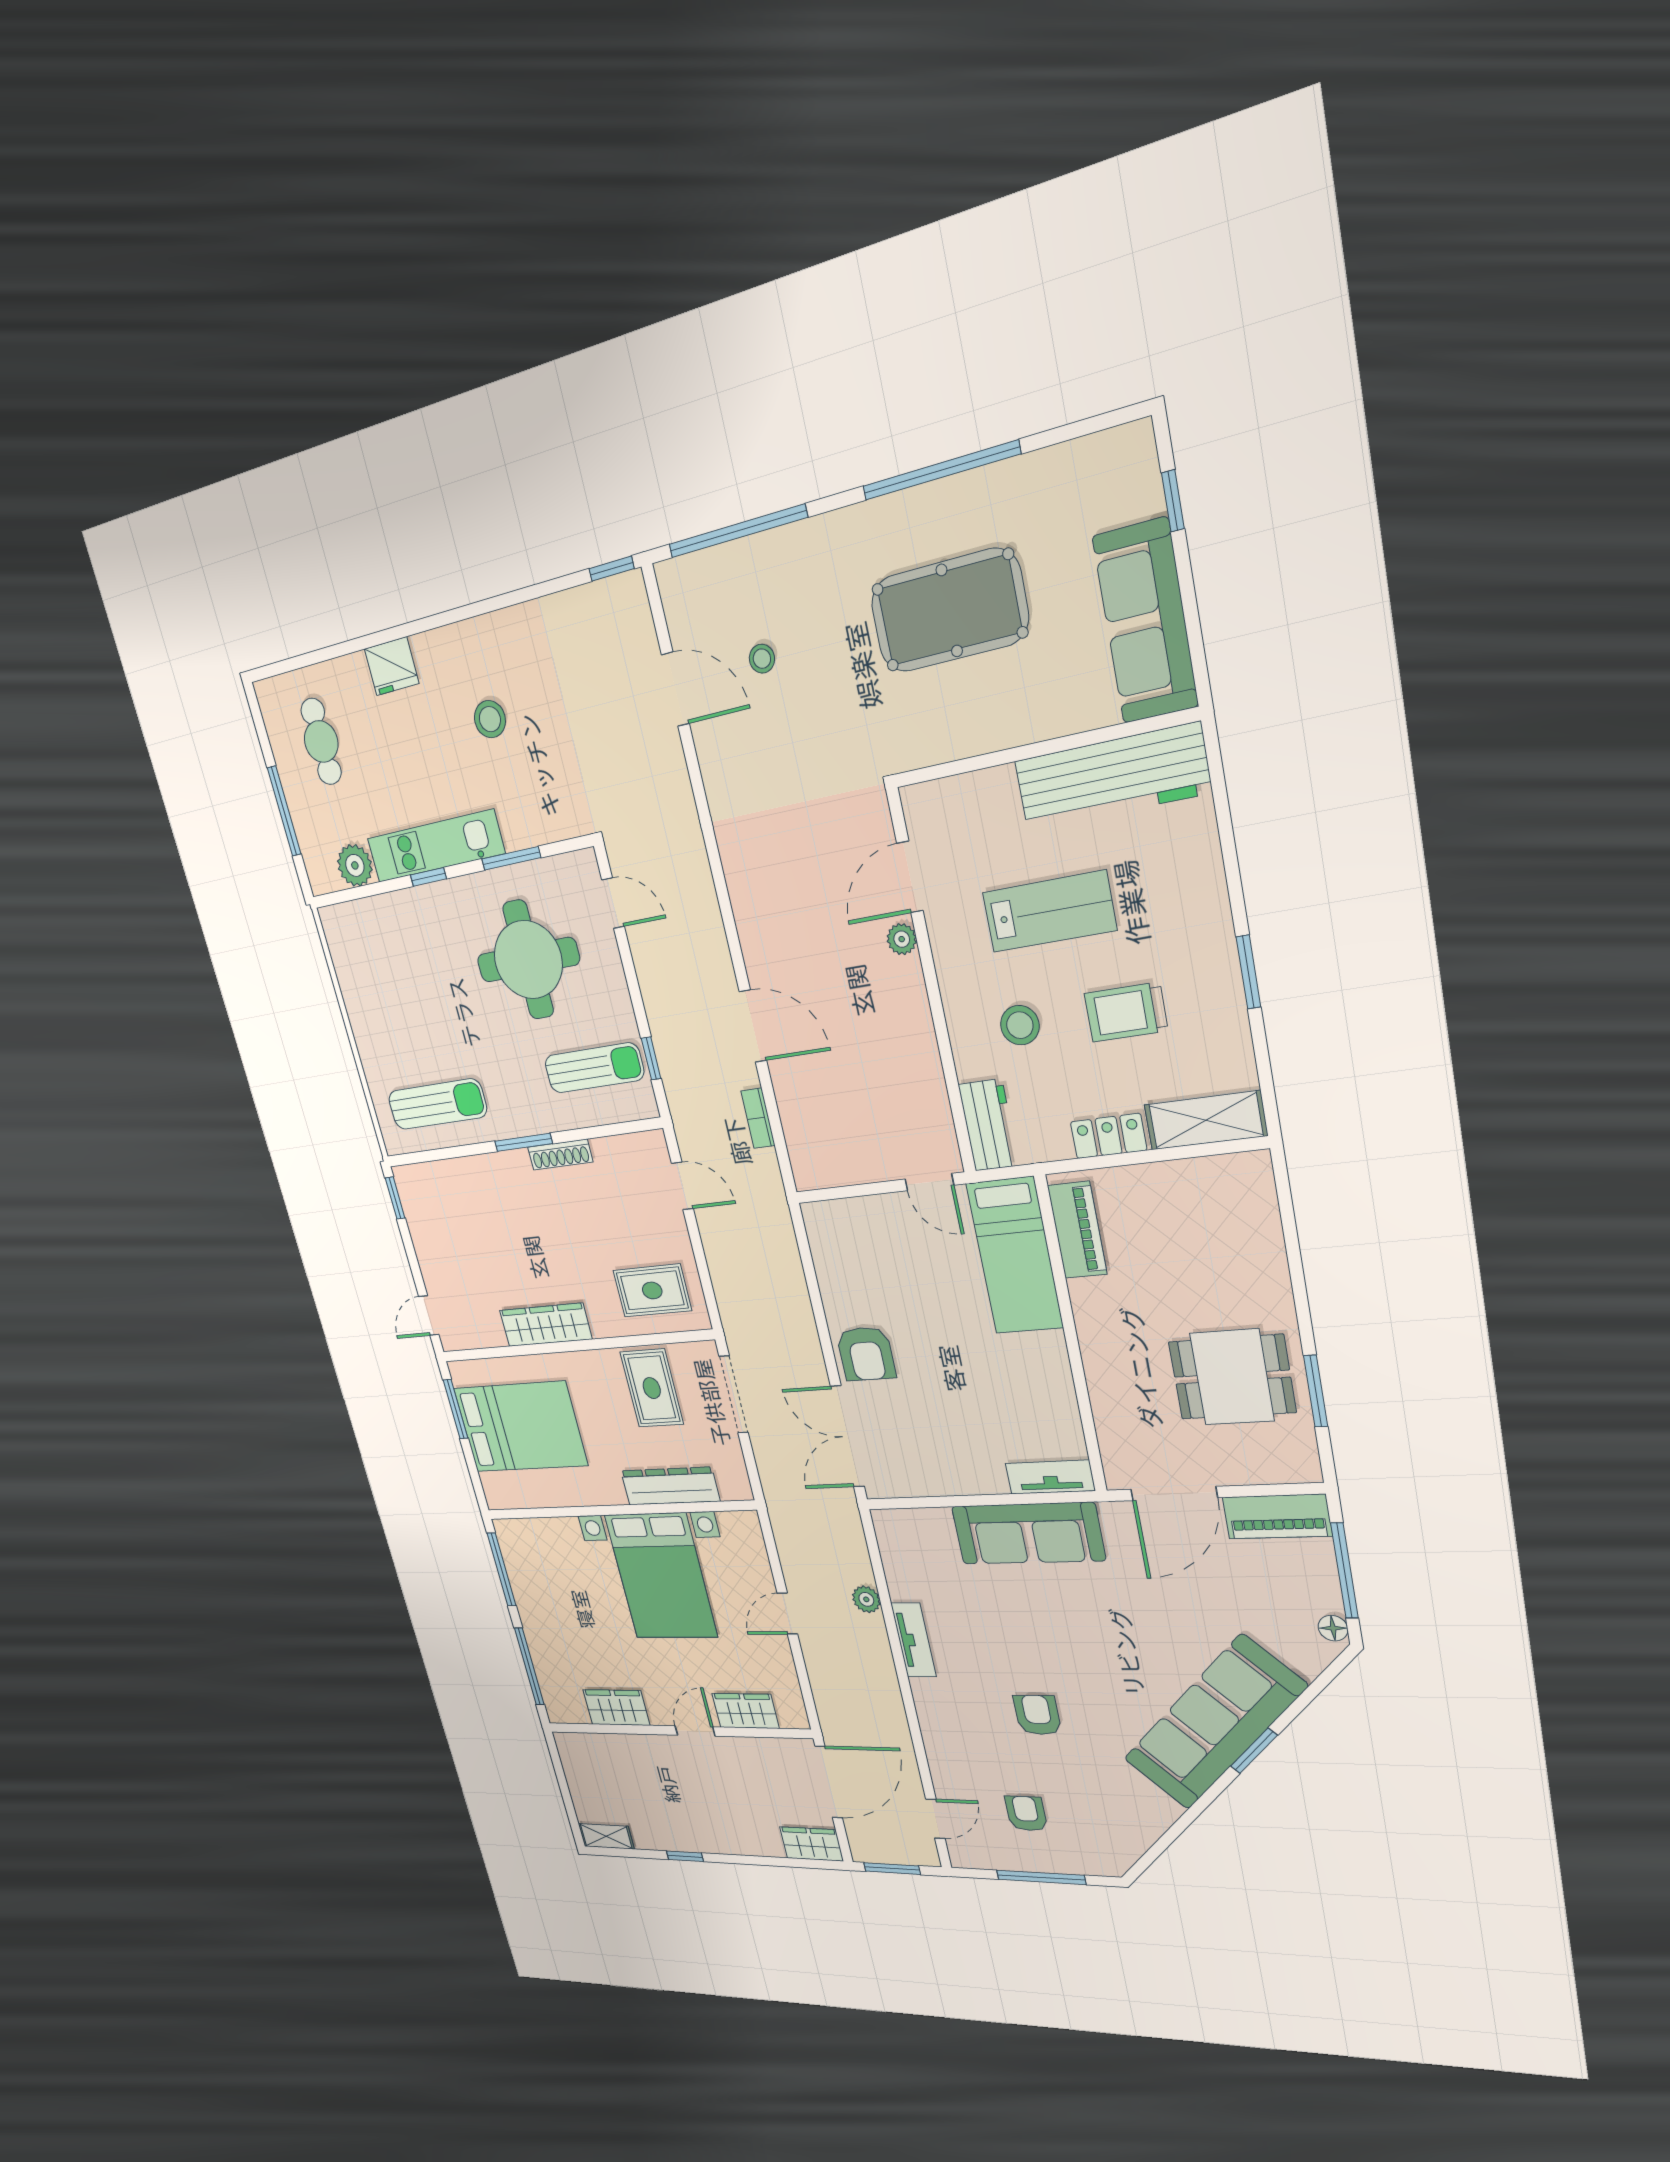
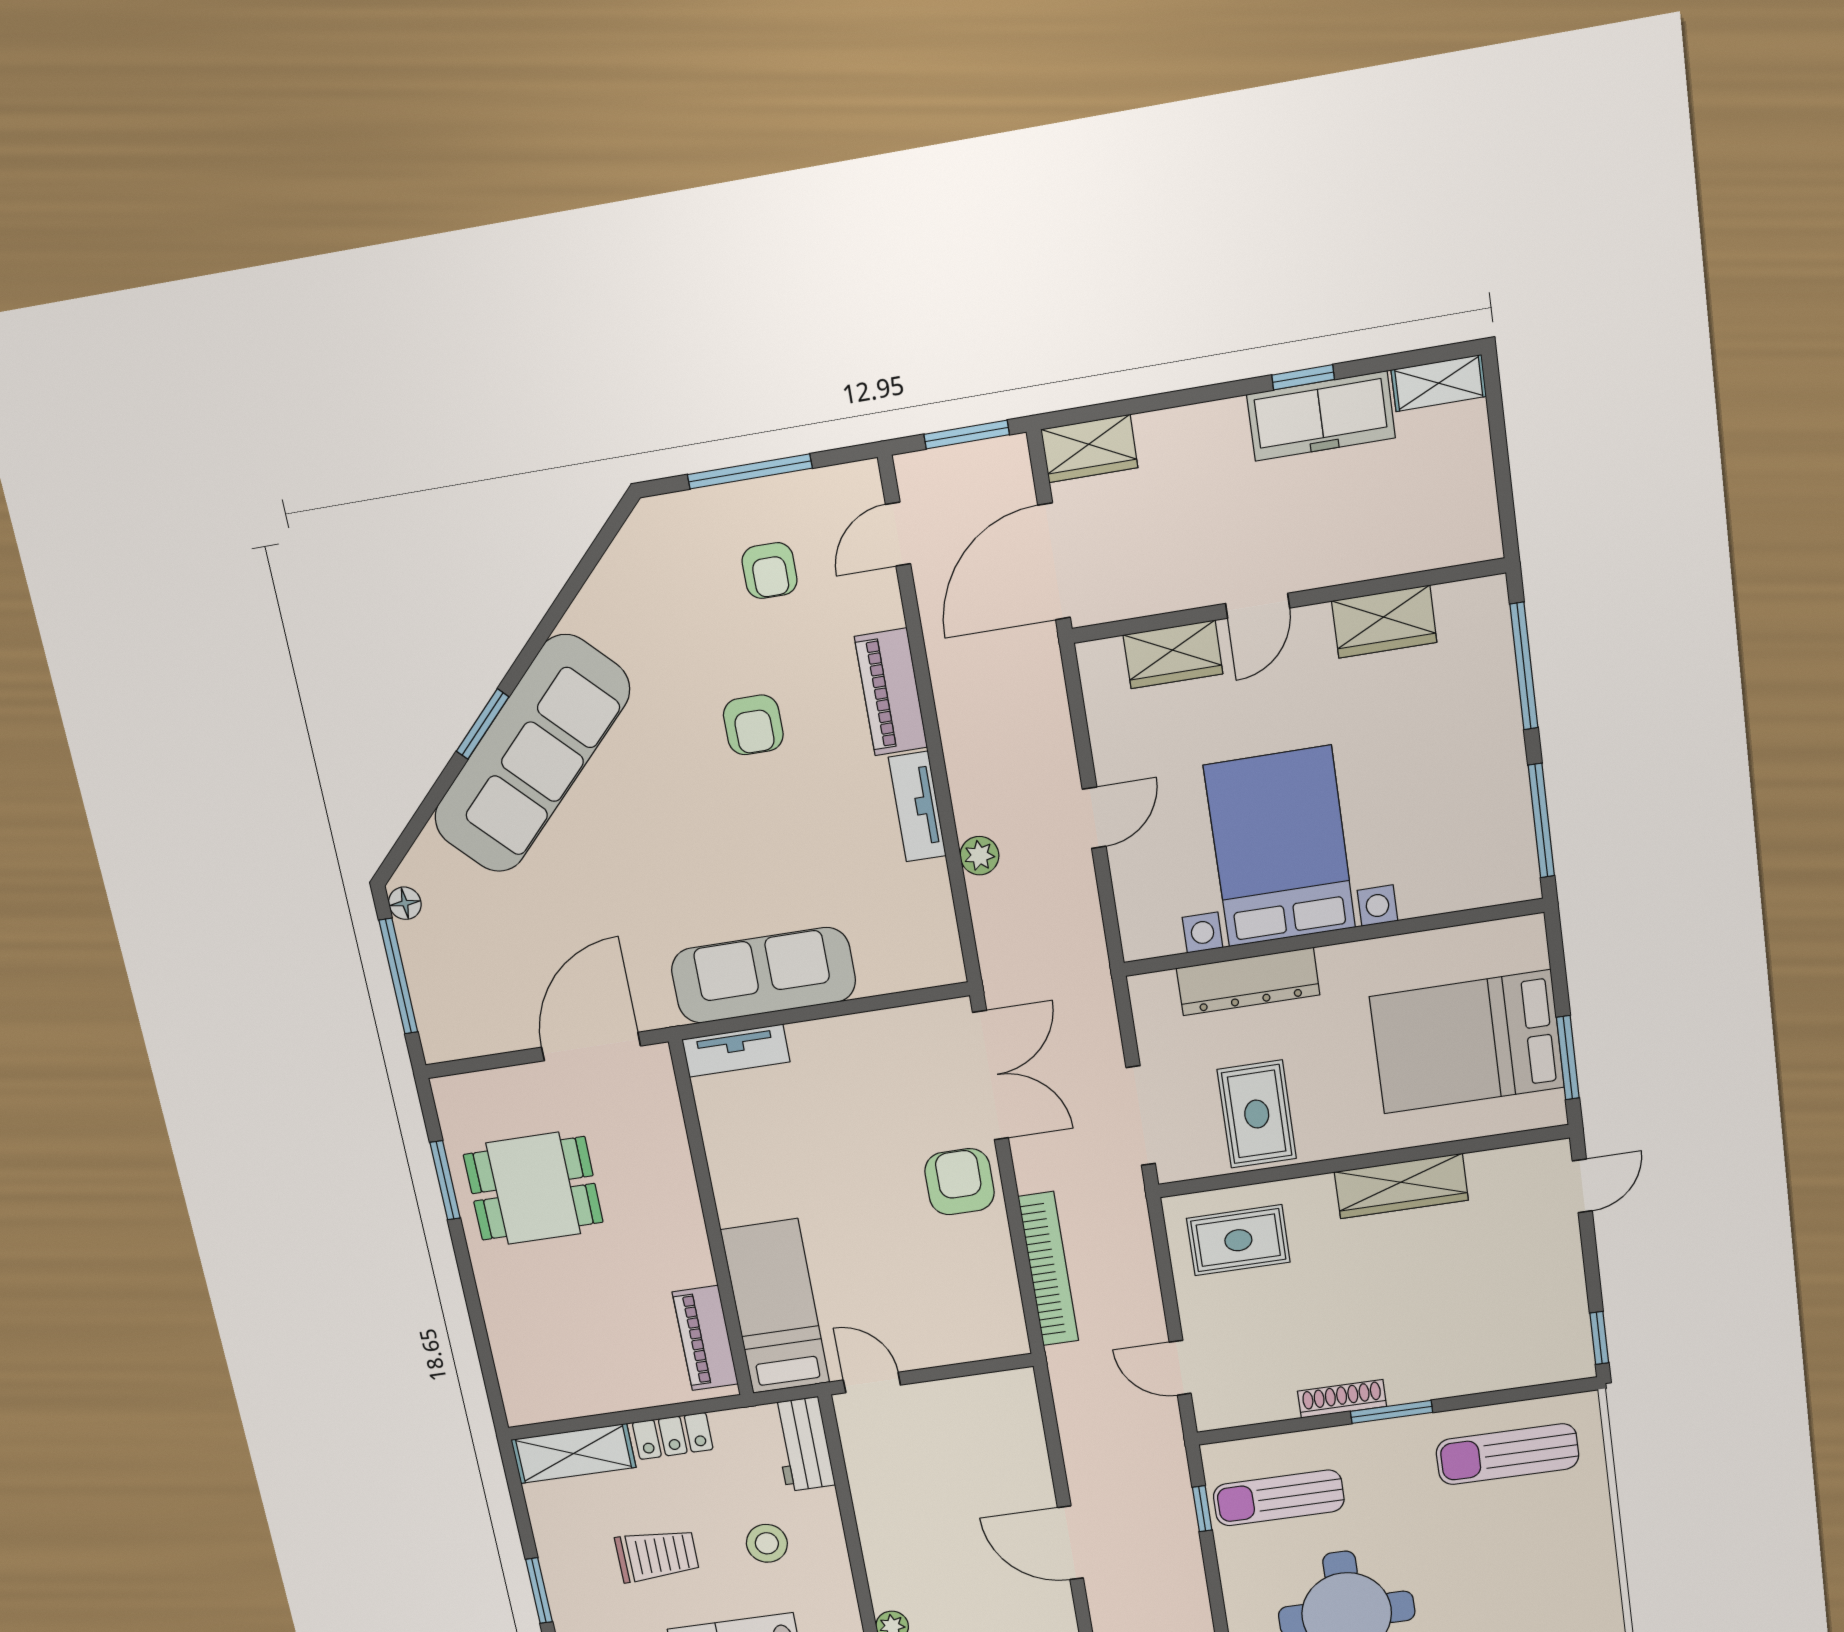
bookcase: (758, 1118) -> (1048, 1269), moved, width x2.31, depth x1.31
piano: (1277, 1517) -> (891, 692), moved, turned -90
freezer: (671, 1833) -> (1321, 416), added

